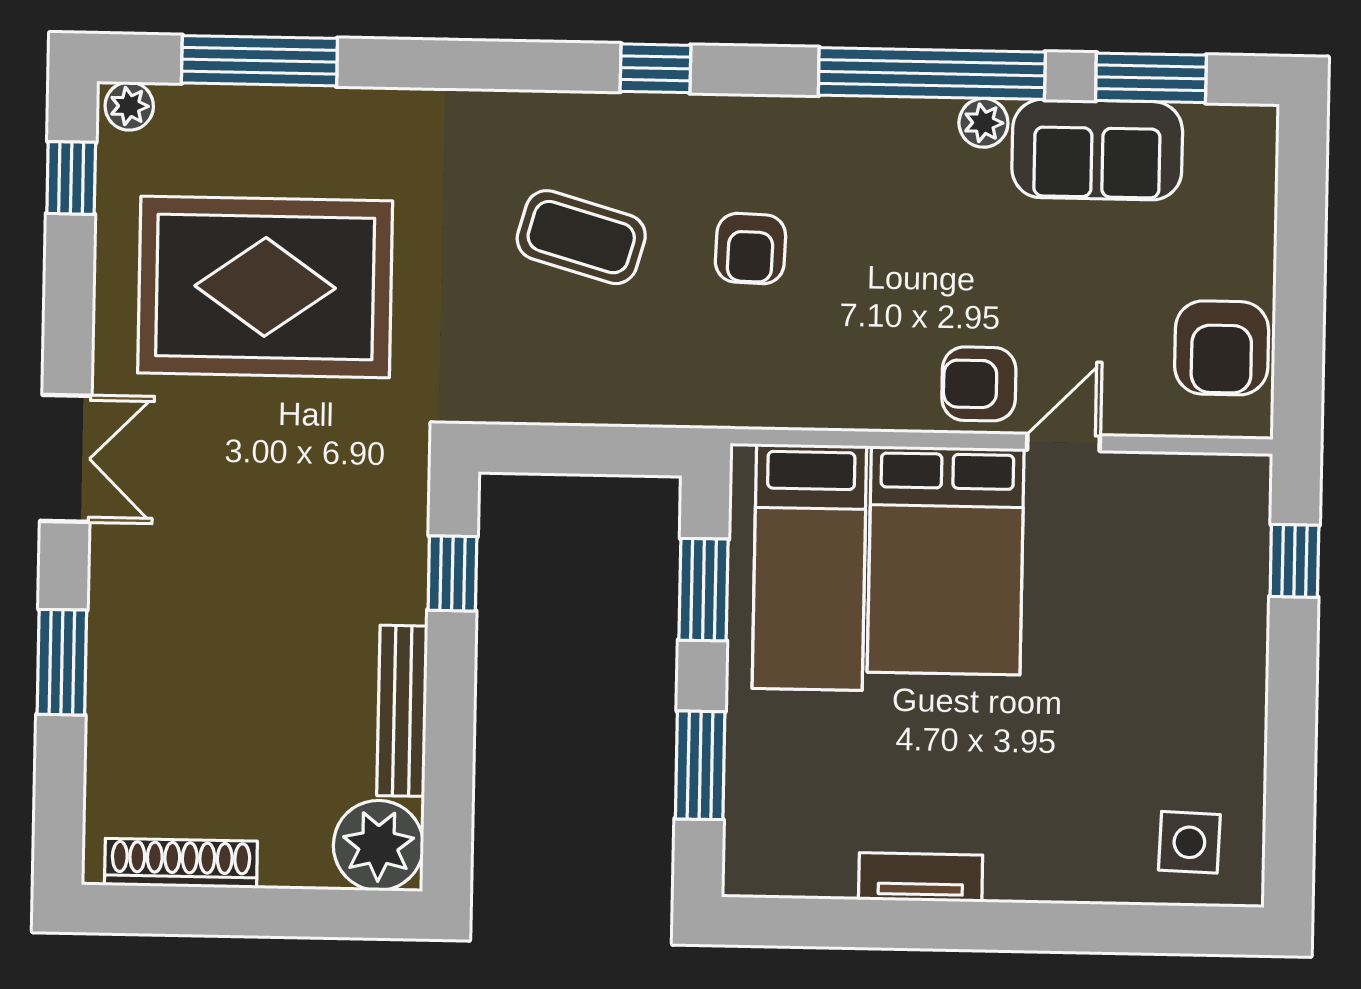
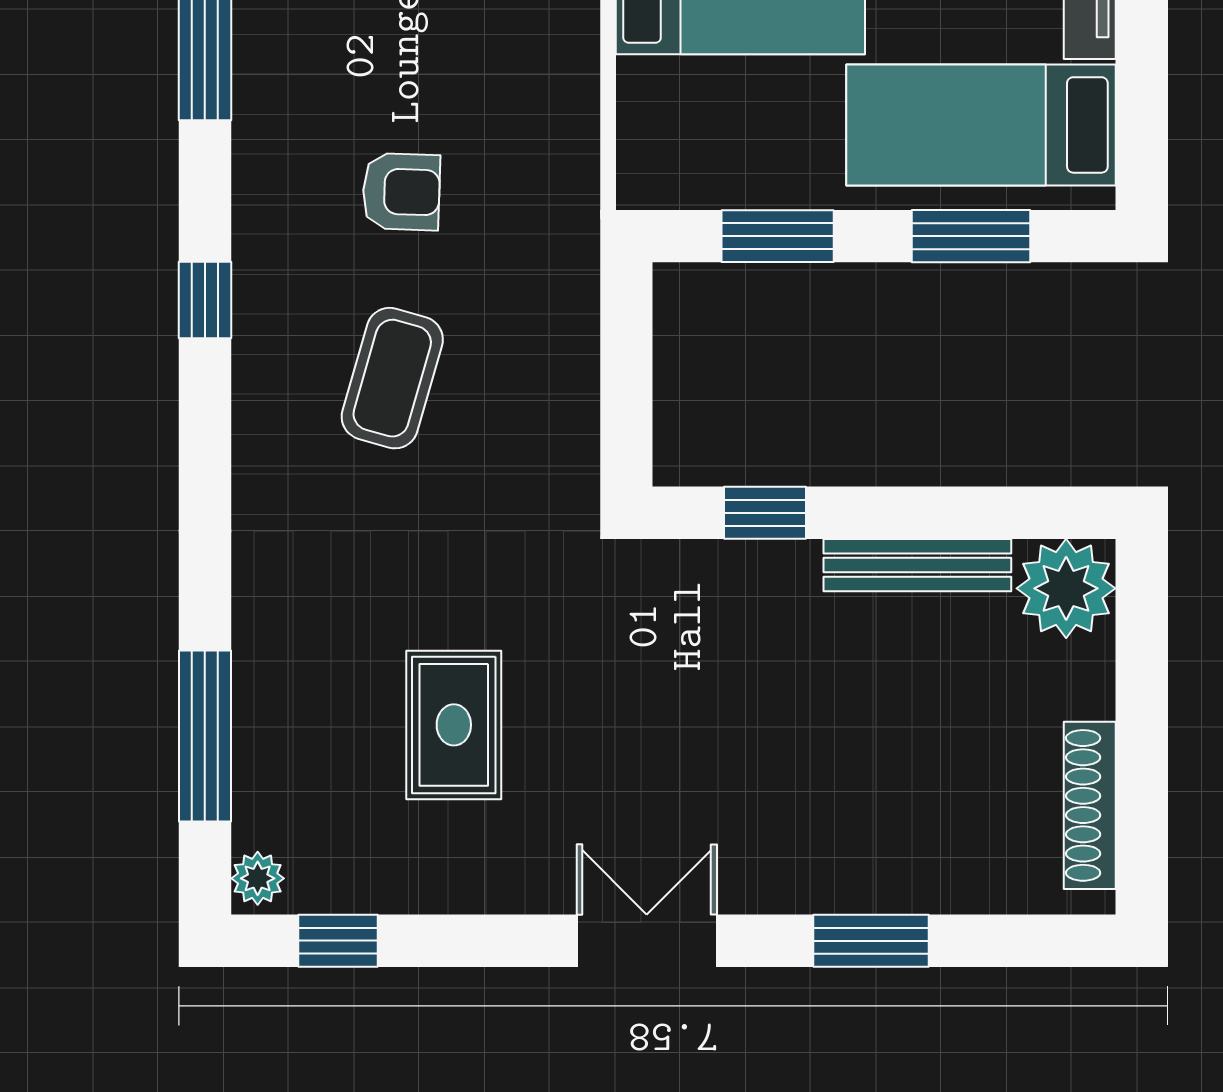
rug: (265, 287) -> (454, 725), width x0.54, depth x0.49
bed: (809, 567) -> (981, 125), moved, turned 180

